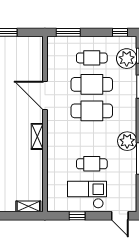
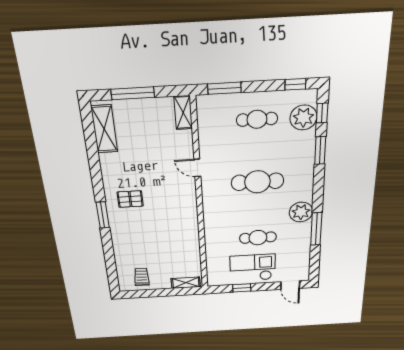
cafe table: (92, 84) -> (257, 151), removed
door: (45, 96) -> (197, 168), width x0.53
shelving: (37, 136) -> (183, 113), moved

